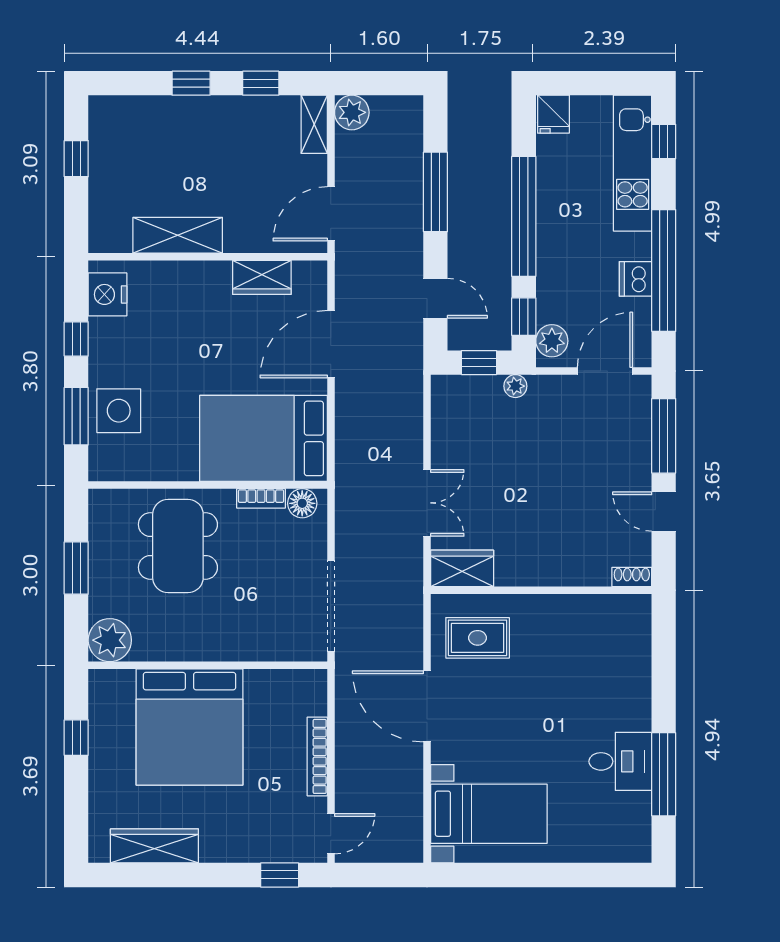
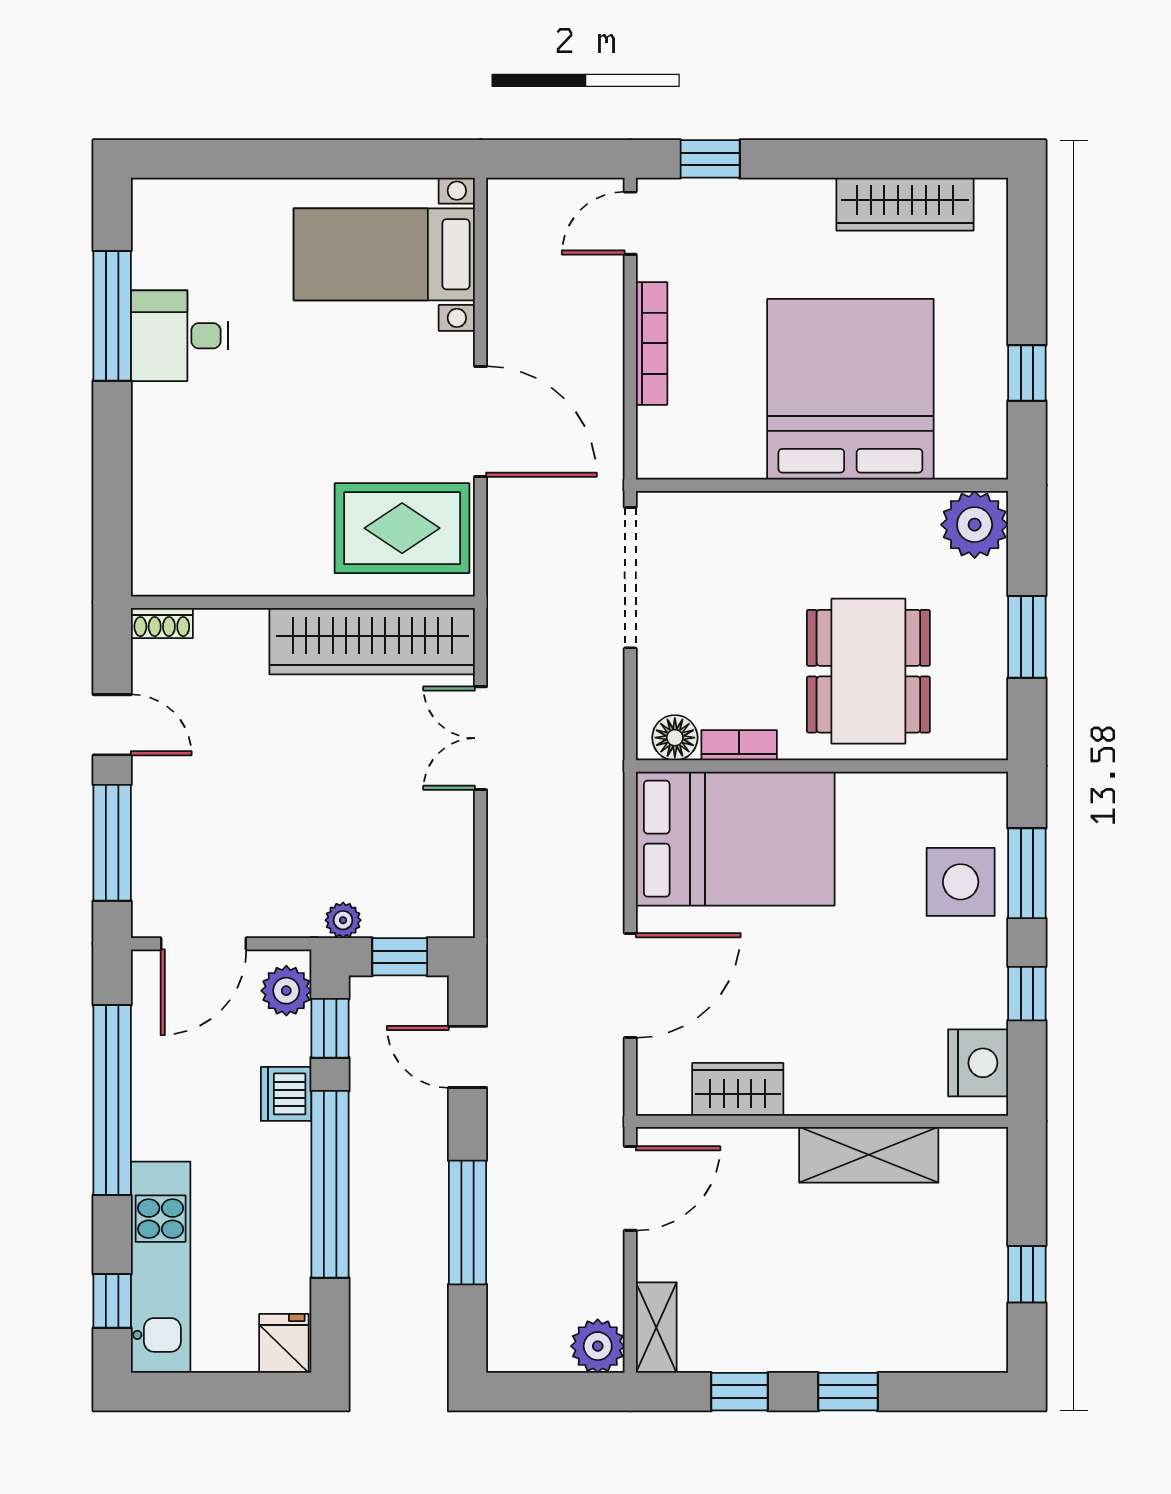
dishwasher: (636, 279) -> (286, 1094), moved, turned 180
wardrobe: (462, 568) -> (372, 641), width x2.10, depth x1.17
rug: (478, 638) -> (402, 528), width x1.36, depth x1.43

